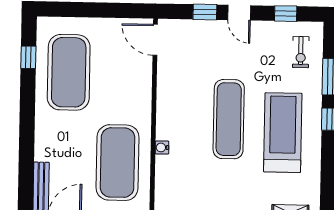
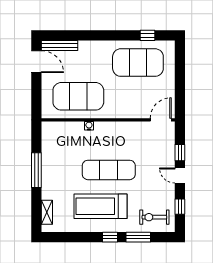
door: (239, 13) -> (180, 176), hinge flipped
exercise bike: (301, 52) -> (154, 217), width x1.38, depth x1.39
treadmill: (283, 133) -> (100, 206), turned 180

